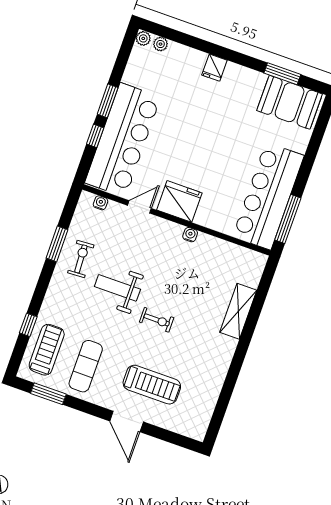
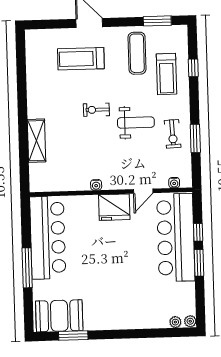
fridge: (214, 68) -> (127, 320), removed
window: (288, 219) -> (27, 268), moved
treadmill: (47, 350) -> (166, 74), moved

